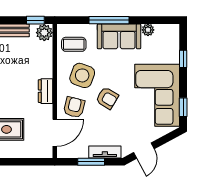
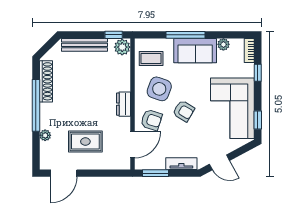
bookcase: (174, 36) -> (249, 51), added
armchair: (74, 107) -> (151, 120), turned 94
door: (144, 151) -> (219, 162), hinge flipped
window: (91, 162) -> (156, 173), moved

